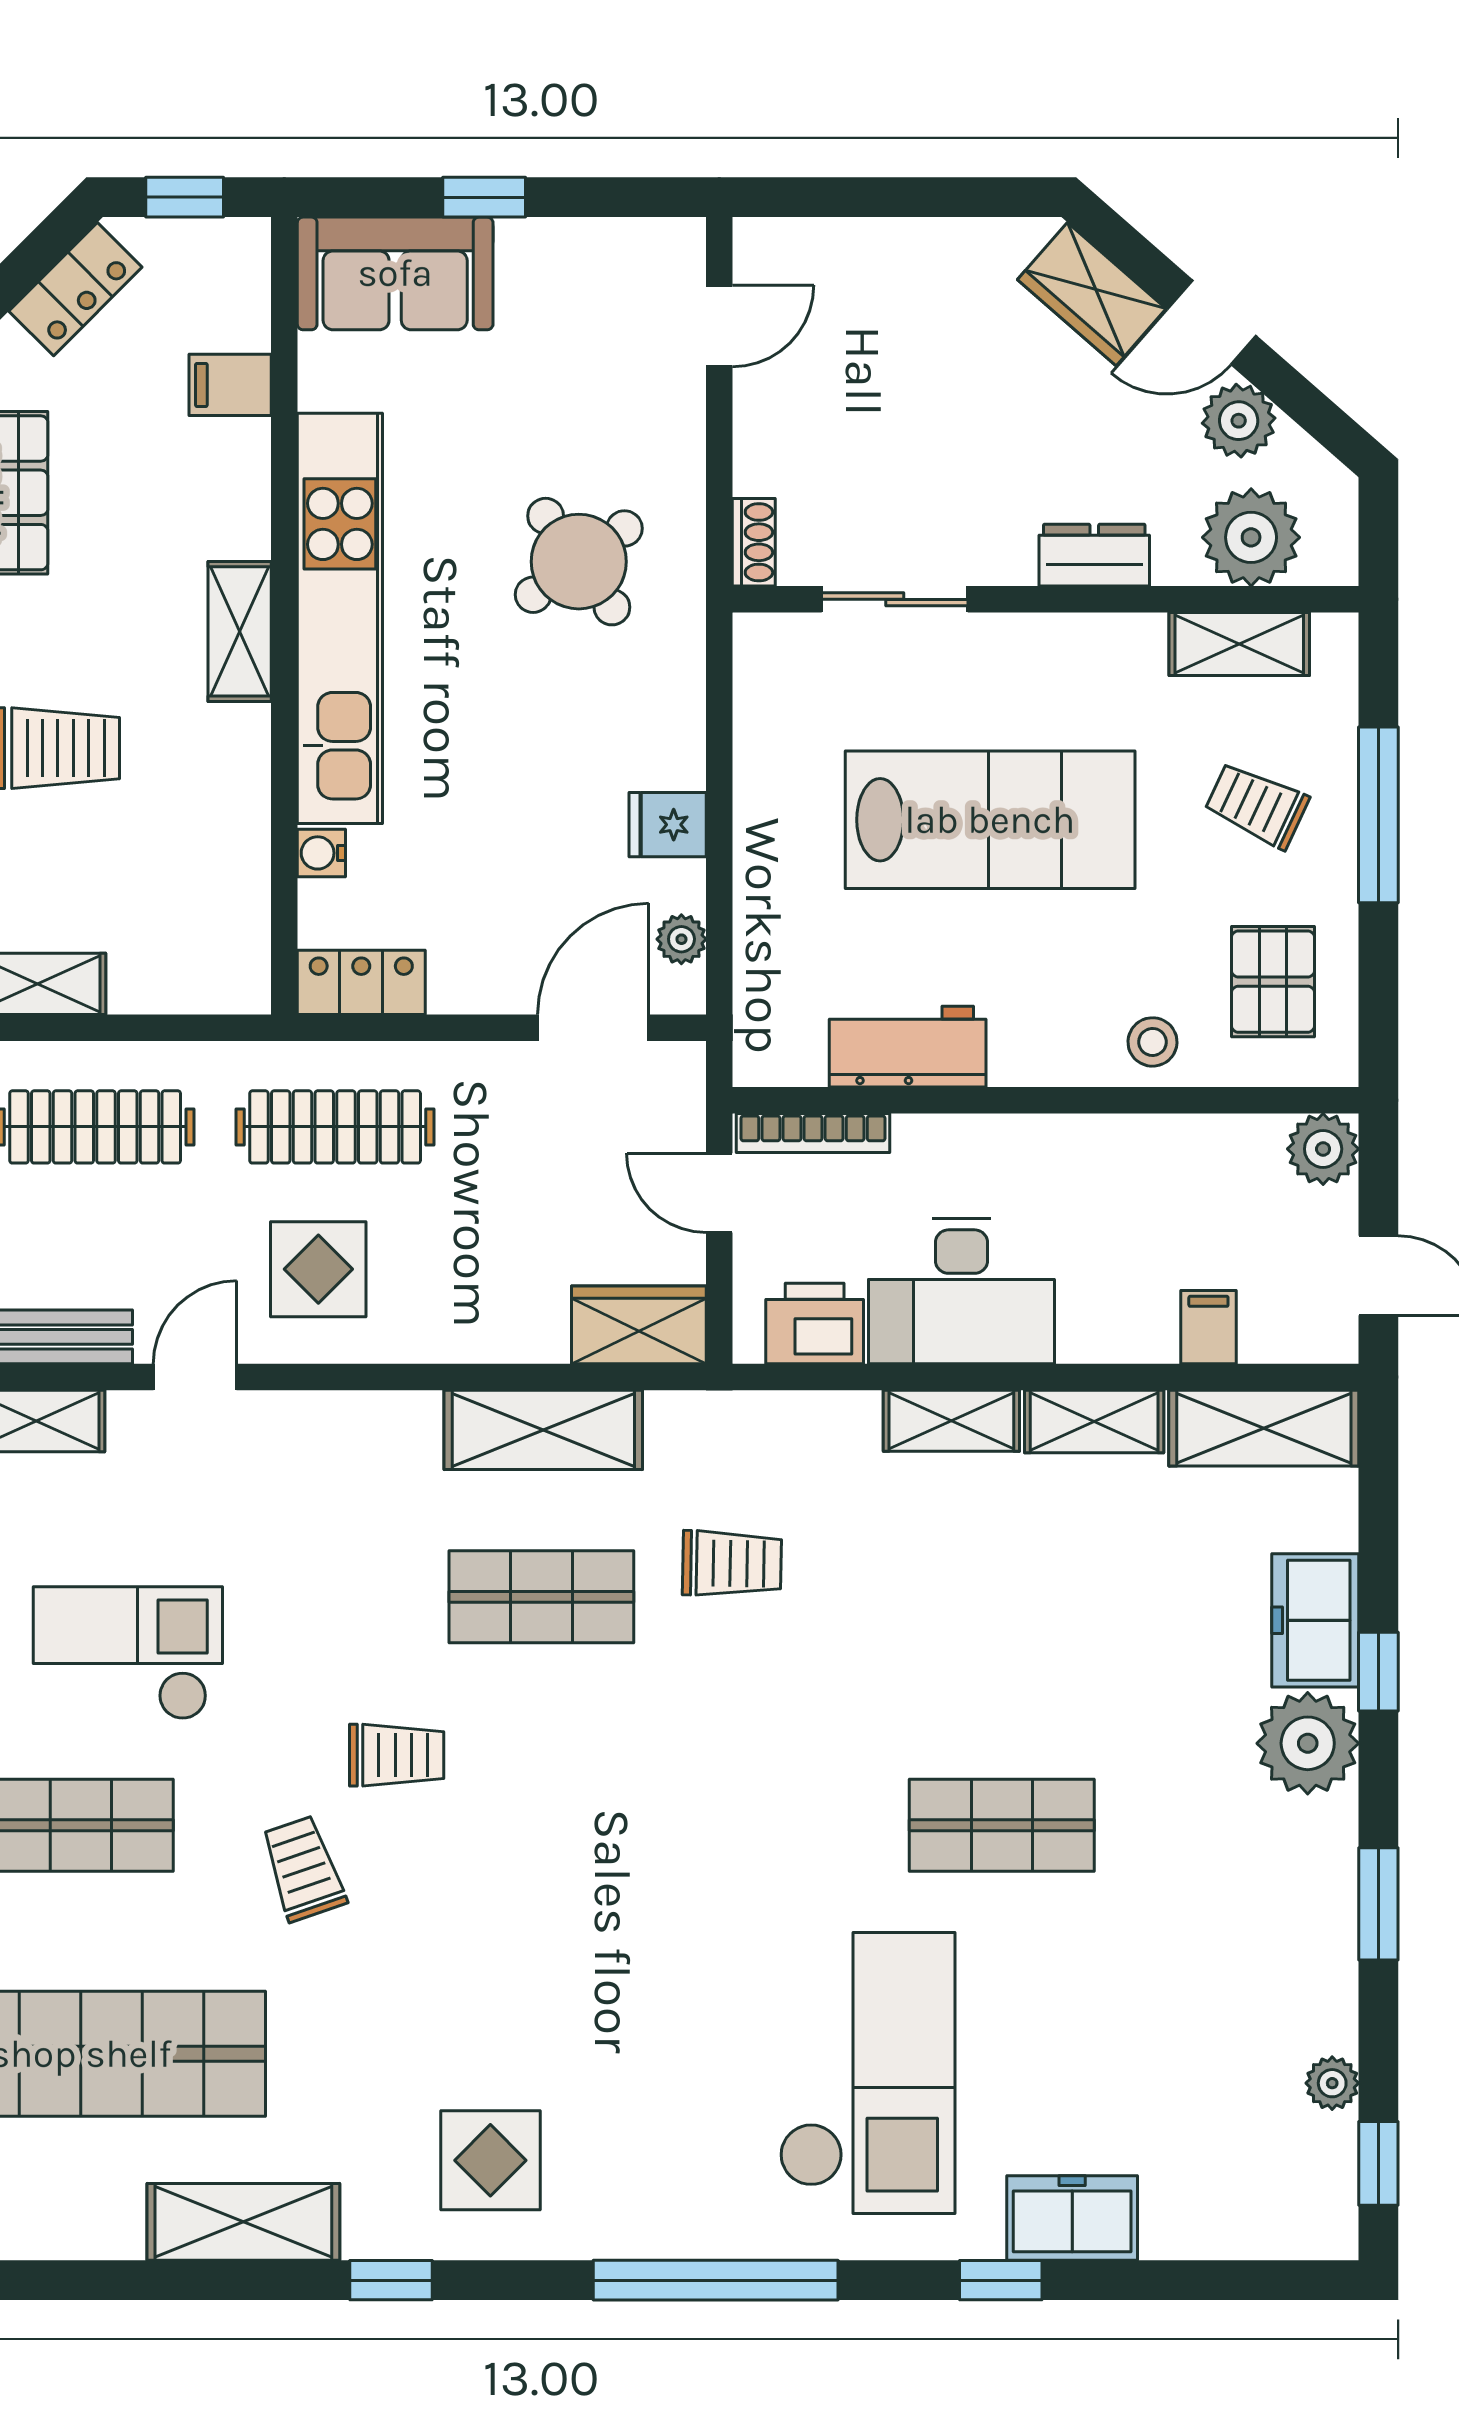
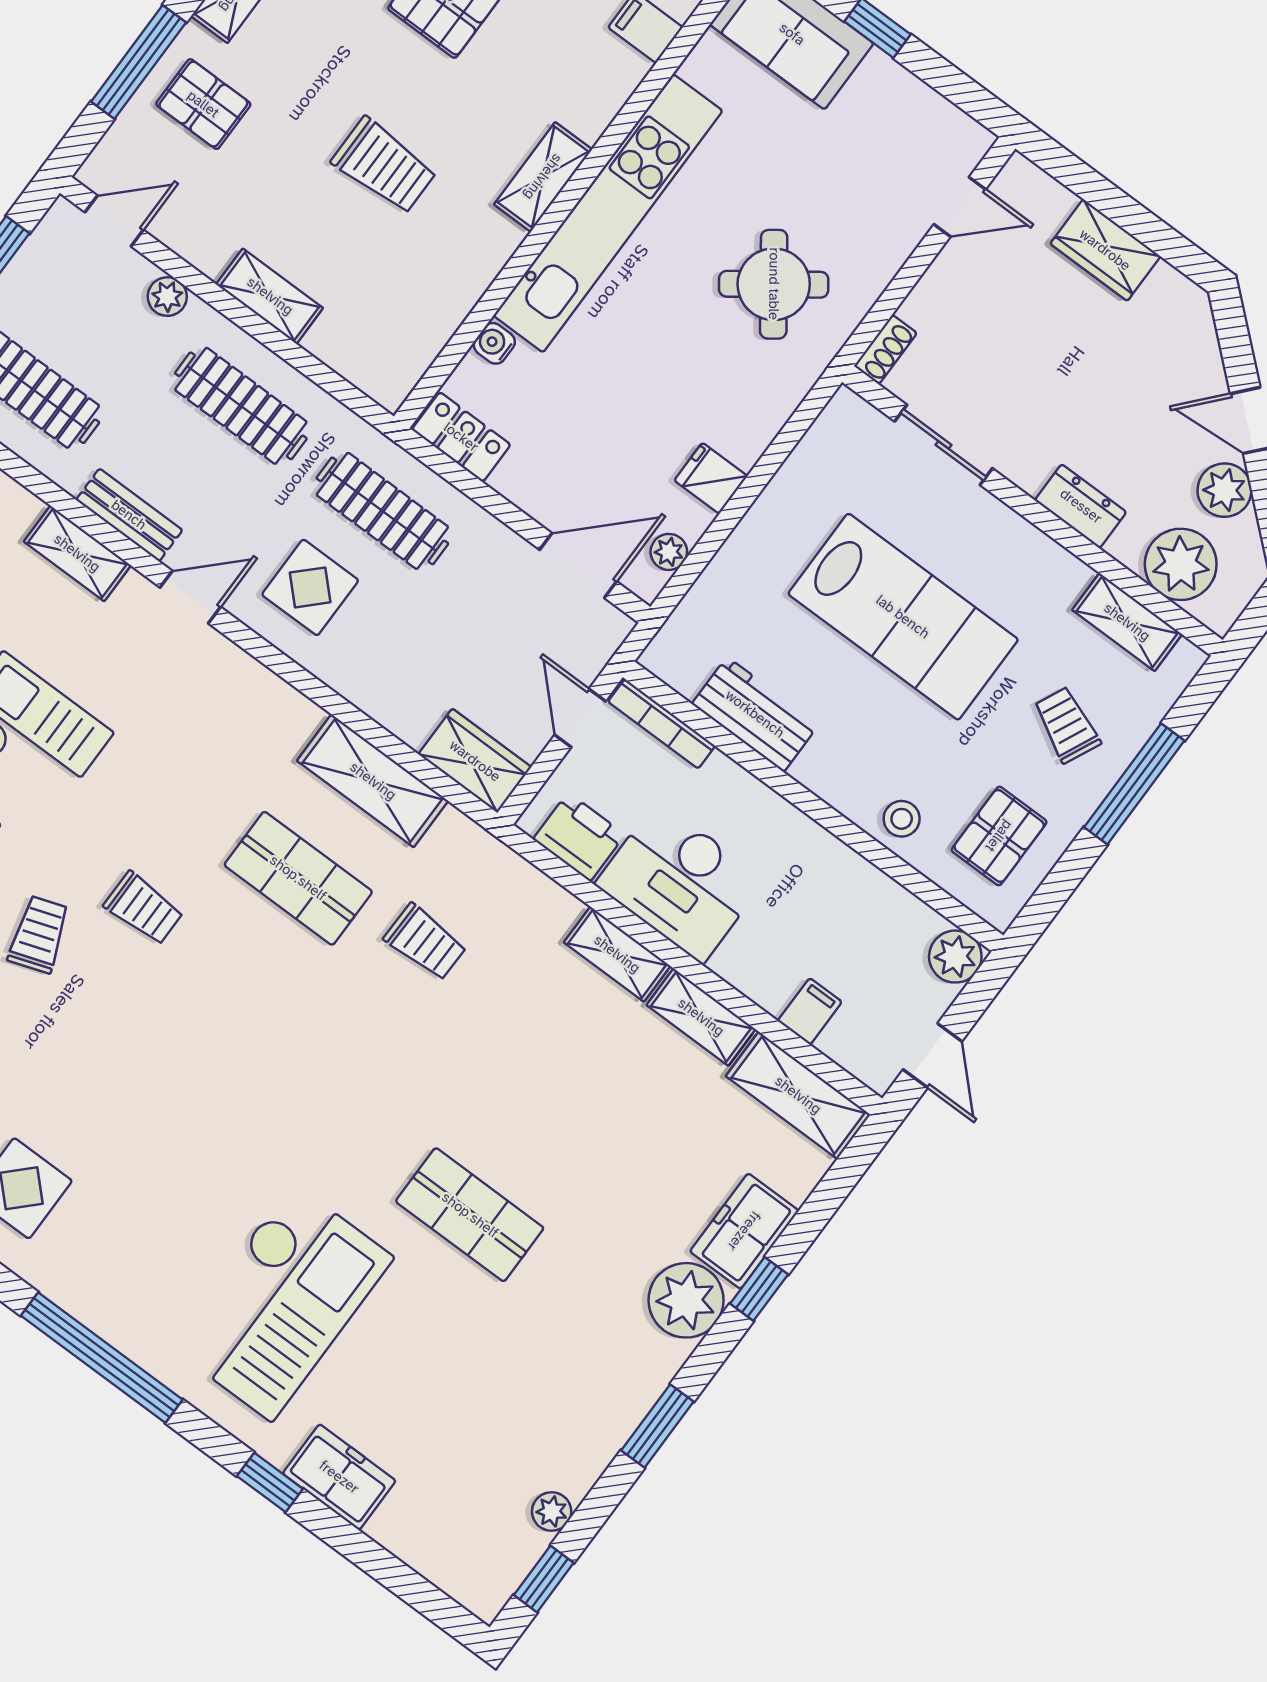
wardrobe: (1092, 294) -> (1105, 250), moved, turned -41

